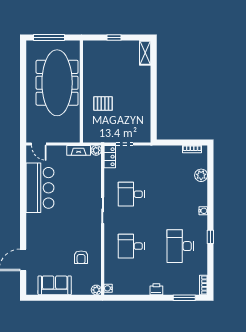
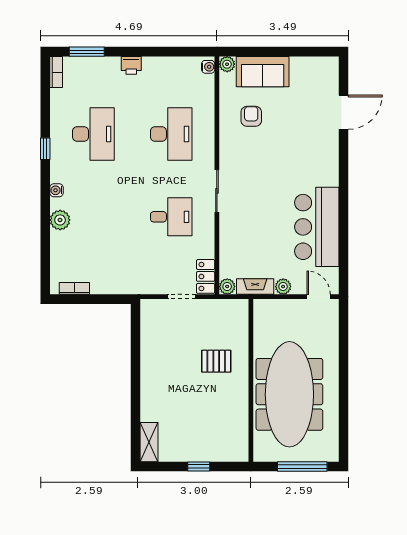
plant: (61, 150) -> (283, 287), added
plant: (201, 175) -> (60, 220), moved
desk: (131, 246) -> (171, 134), width x1.37
sofa: (55, 285) -> (263, 72), moved

